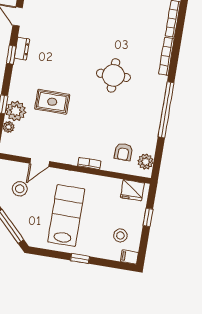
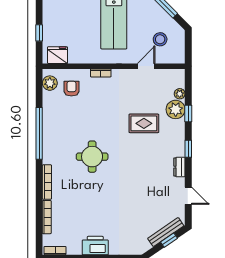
window: (11, 55) -> (188, 149), moved
stool: (120, 235) -> (61, 12), removed

